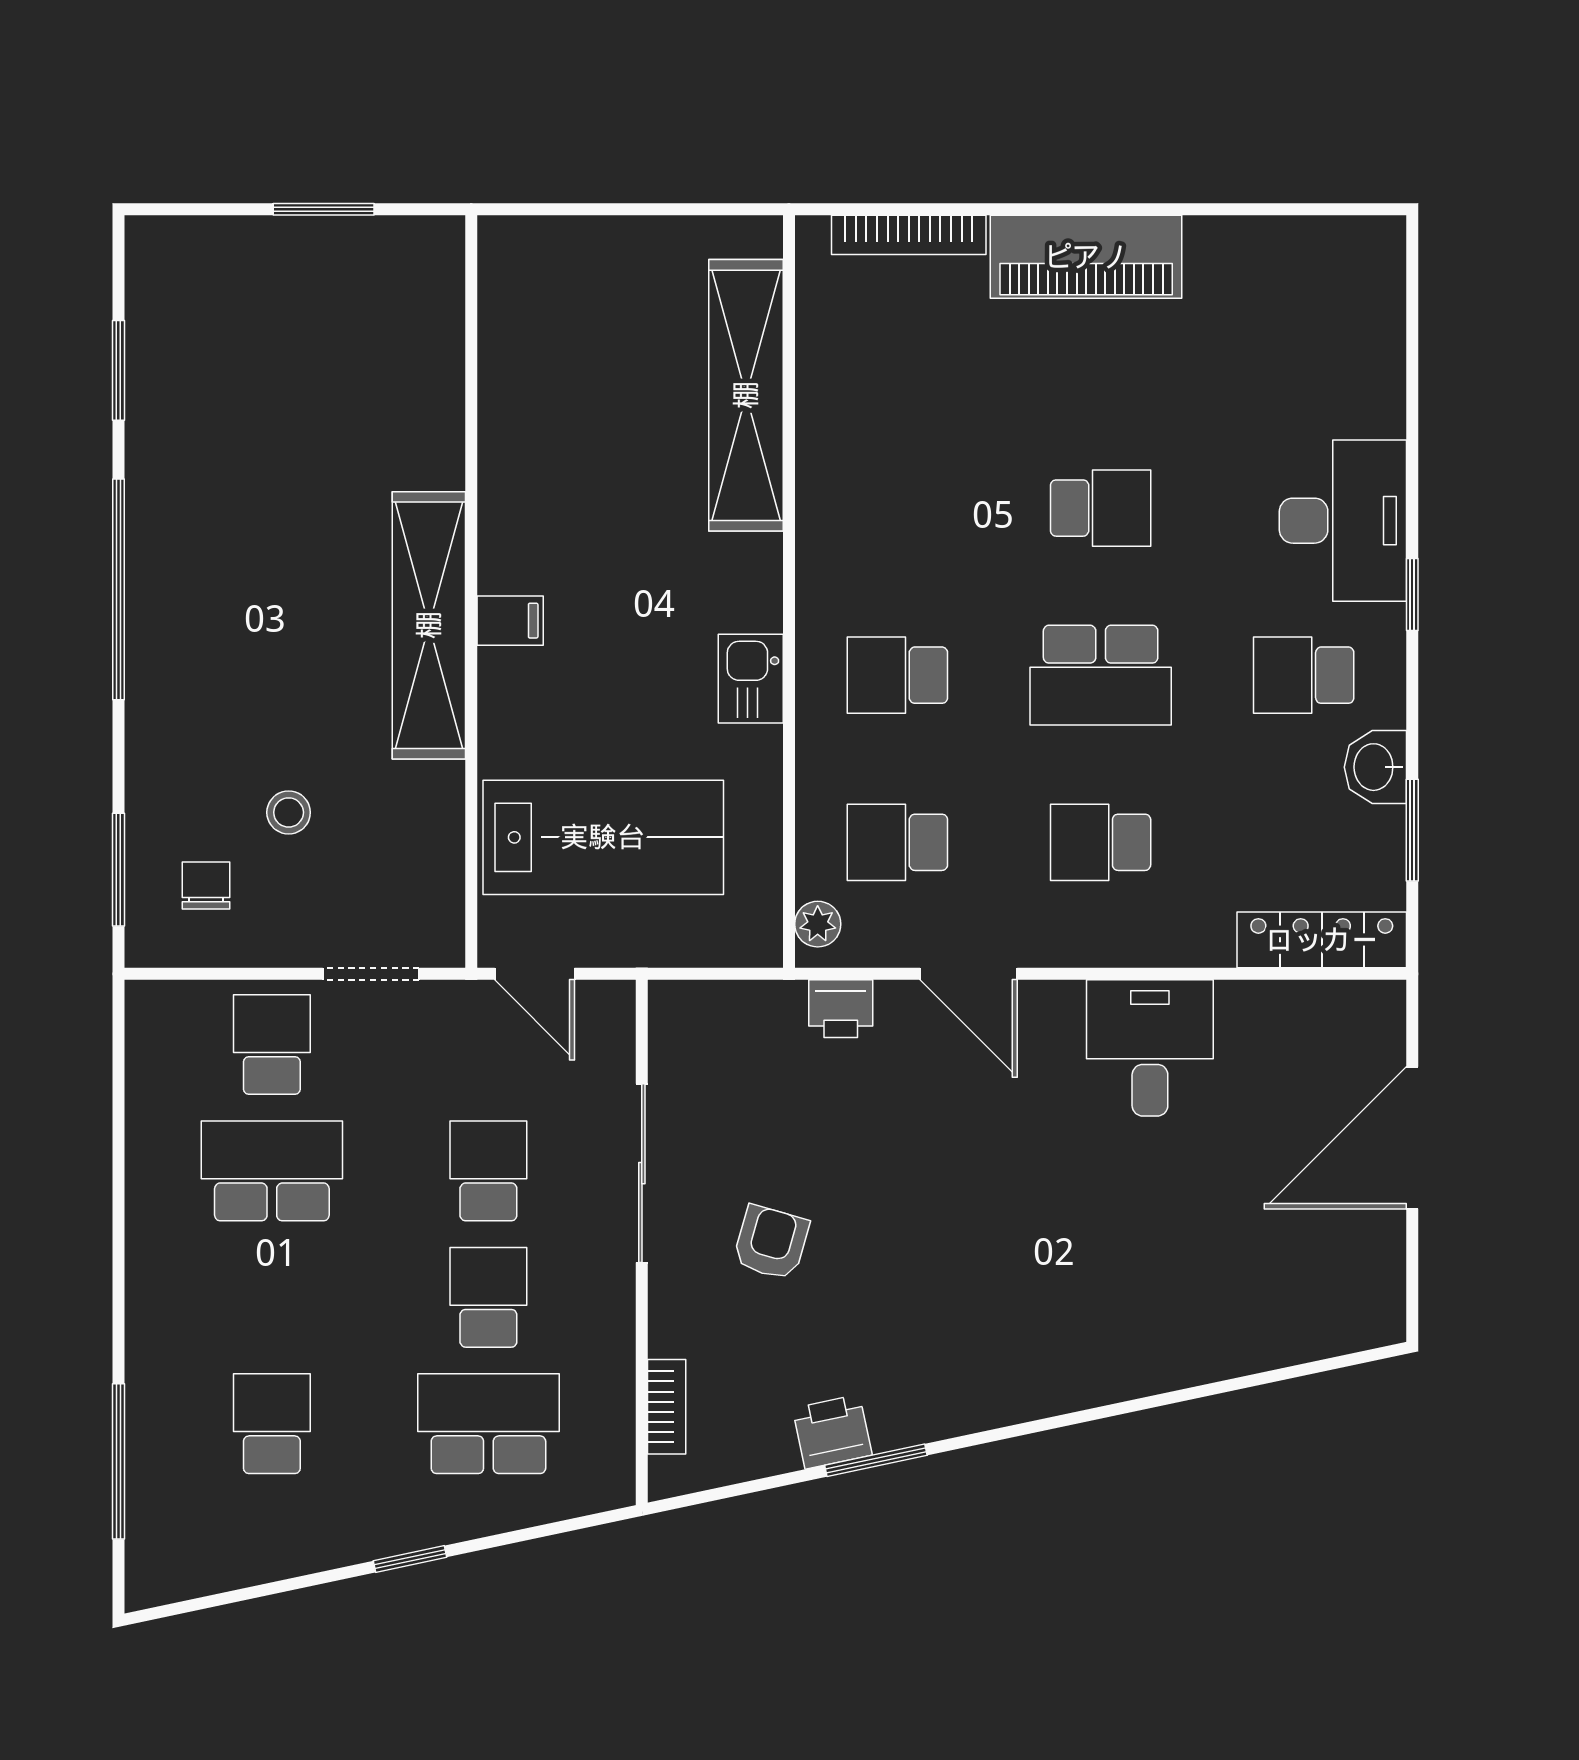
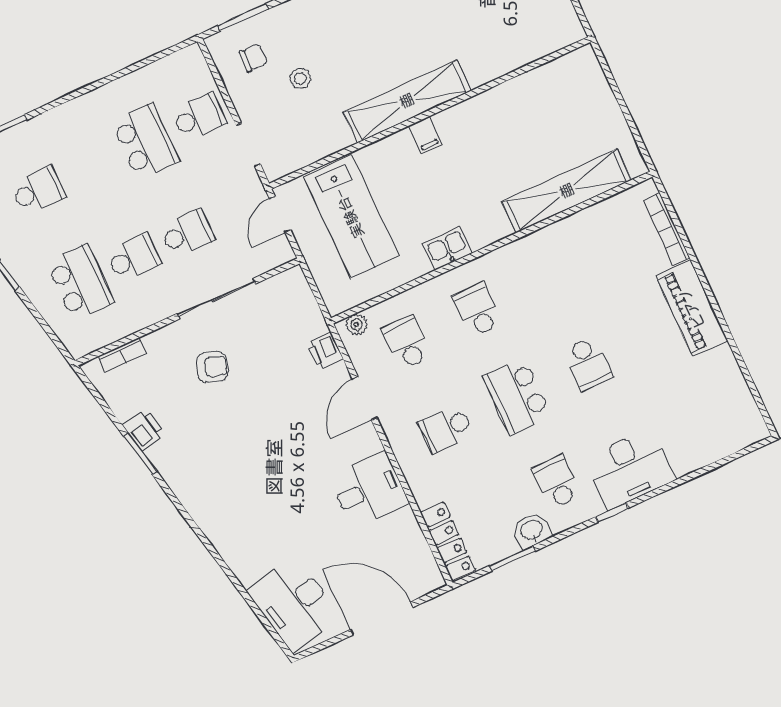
school desk: (1101, 842) -> (446, 429), turned -90
desk: (1306, 1295) -> (294, 604), added

